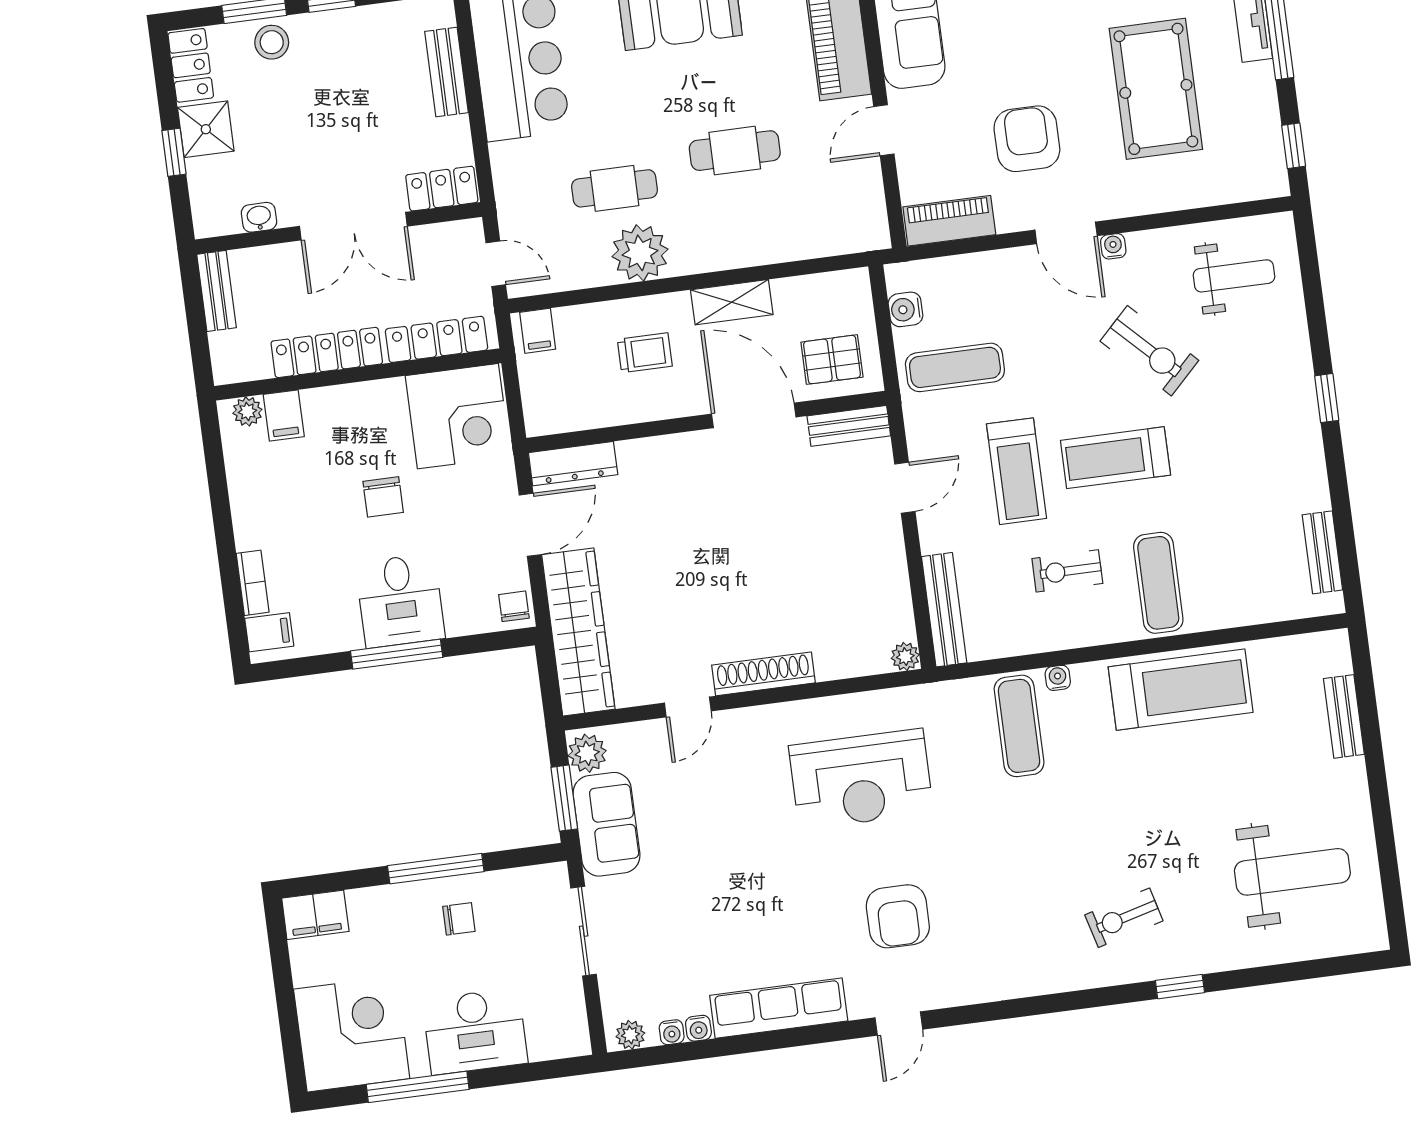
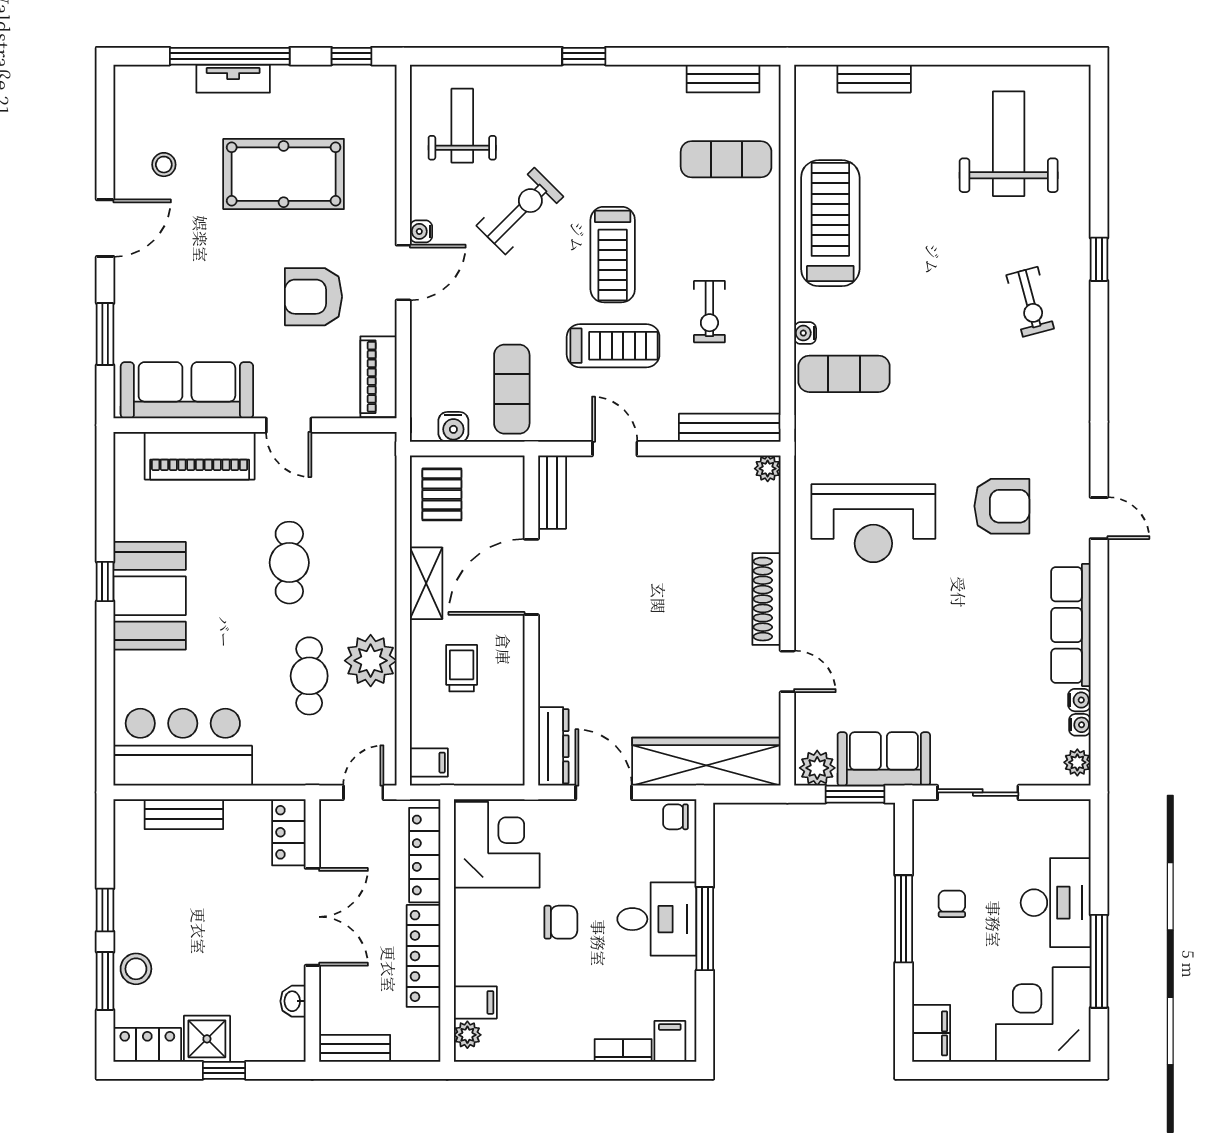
pallet: (832, 360) -> (442, 494), moved
exercise mat: (1158, 583) -> (726, 159), moved
reception desk: (861, 779) -> (873, 523), turned 90

